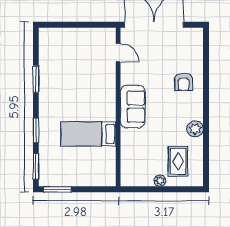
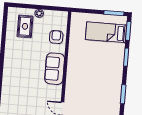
armchair: (184, 82) -> (56, 37), moved
plant: (195, 129) -> (11, 49), removed
bed: (89, 134) -> (106, 32), moved, turned 180

